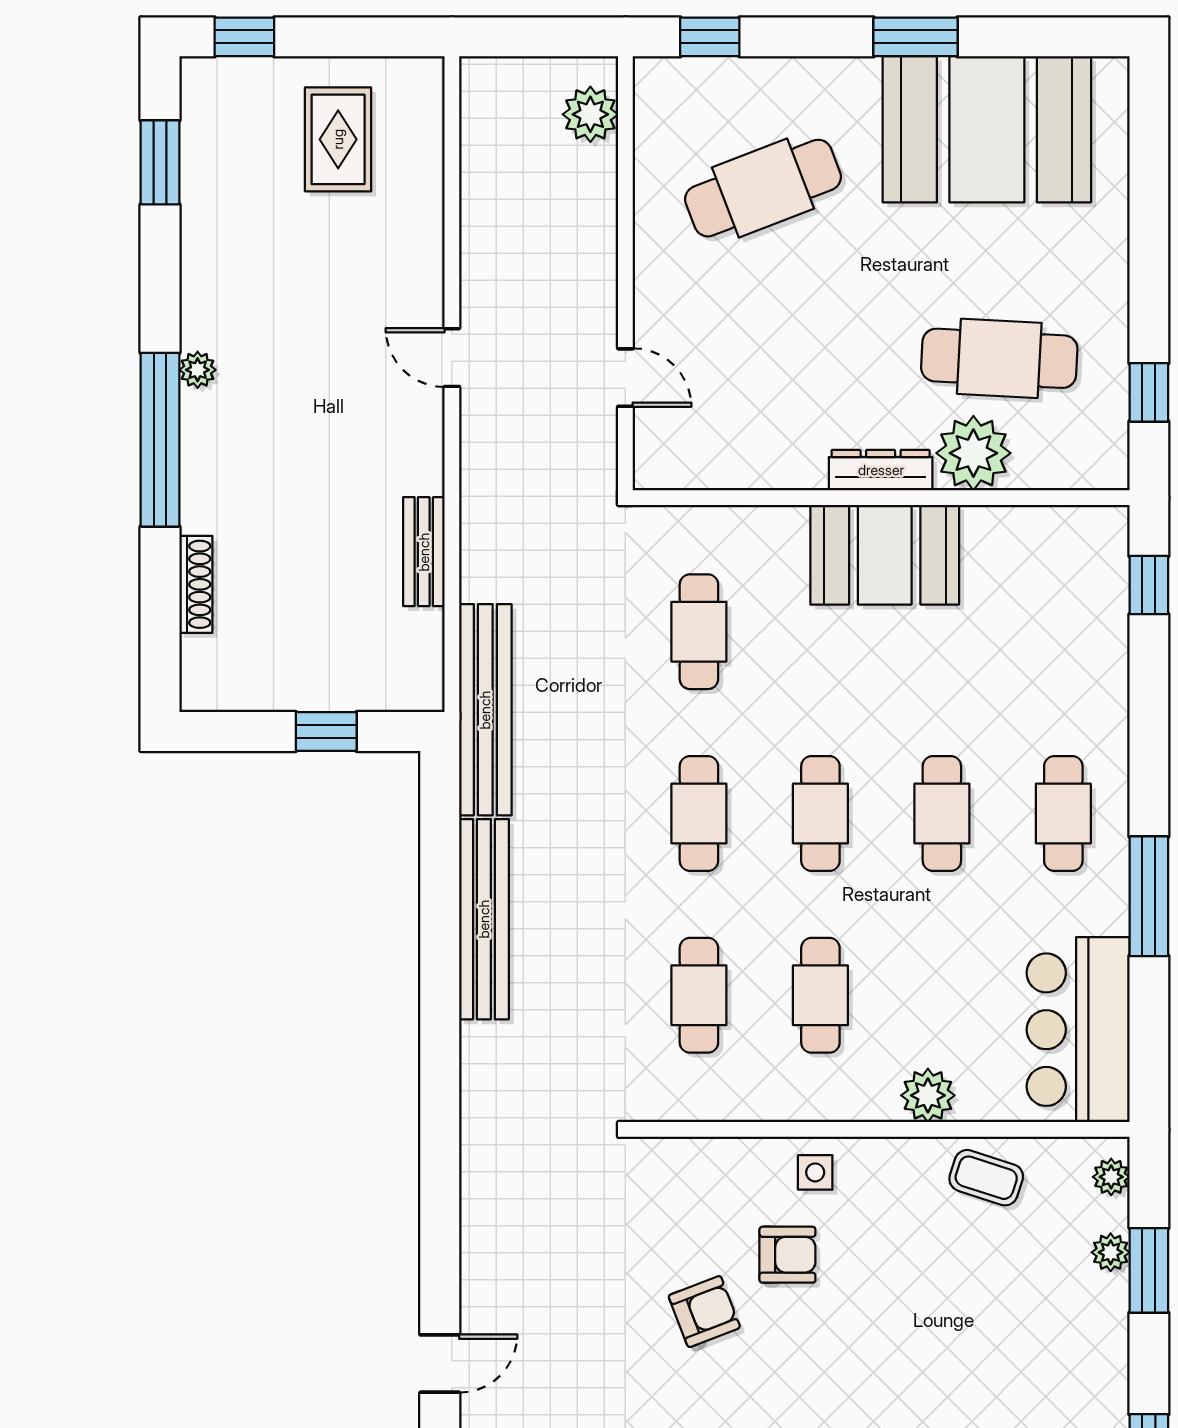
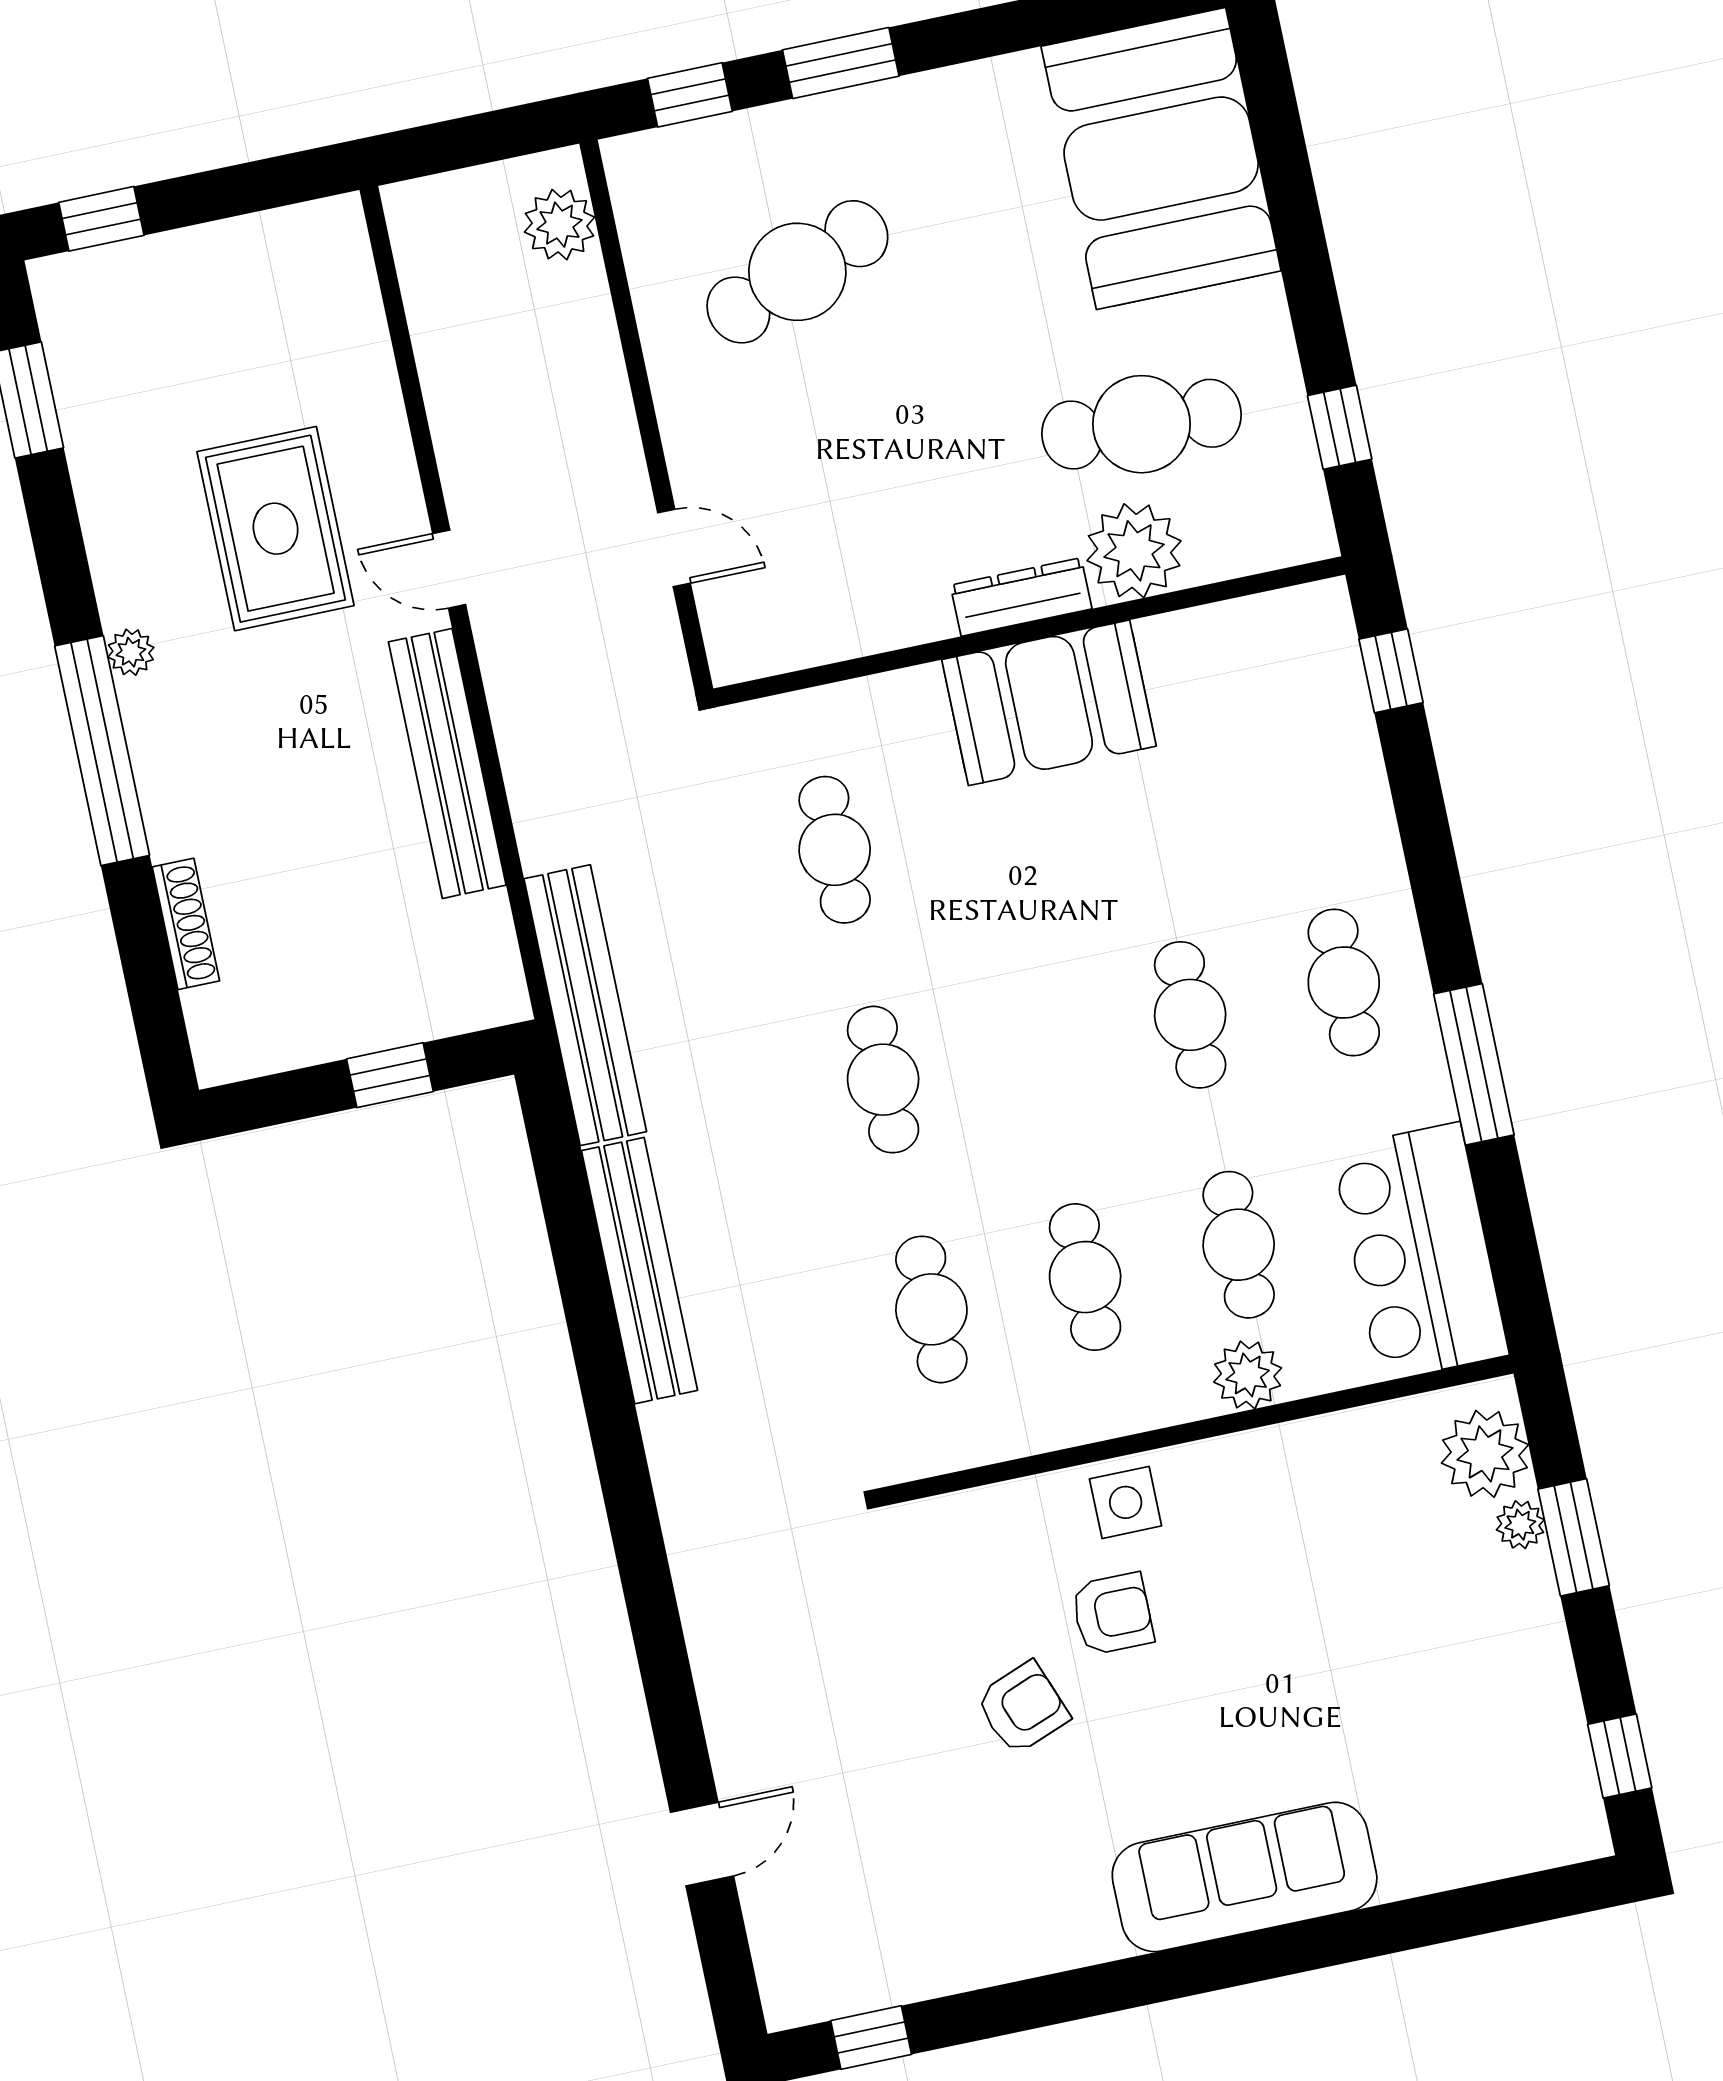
window: (916, 37) -> (841, 63), moved
booth: (987, 129) -> (1161, 159), moved, turned 90
rug: (338, 139) -> (276, 529), moved, width x1.36, depth x1.43
bench: (424, 552) -> (447, 764), width x1.86, depth x1.21
cafe table: (820, 813) -> (1239, 1245), moved
side table: (815, 1172) -> (1126, 1502), width x1.37, depth x1.37
plant: (1111, 1177) -> (1485, 1454), width x1.88, depth x1.88
coffee table: (986, 1178) -> (1343, 1464), removed

